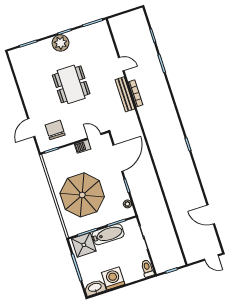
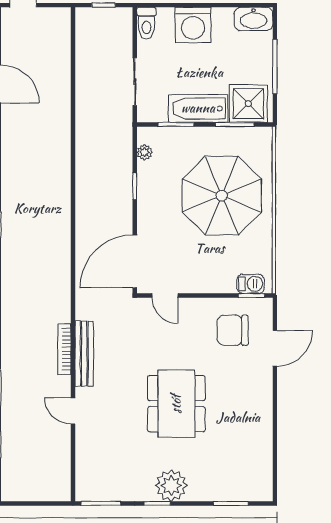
chair: (55, 130) -> (233, 330), turned 90
barbecue: (83, 146) -> (251, 284), moved
door: (118, 158) -> (135, 261), moved
washing machine: (113, 278) -> (193, 25), moved

